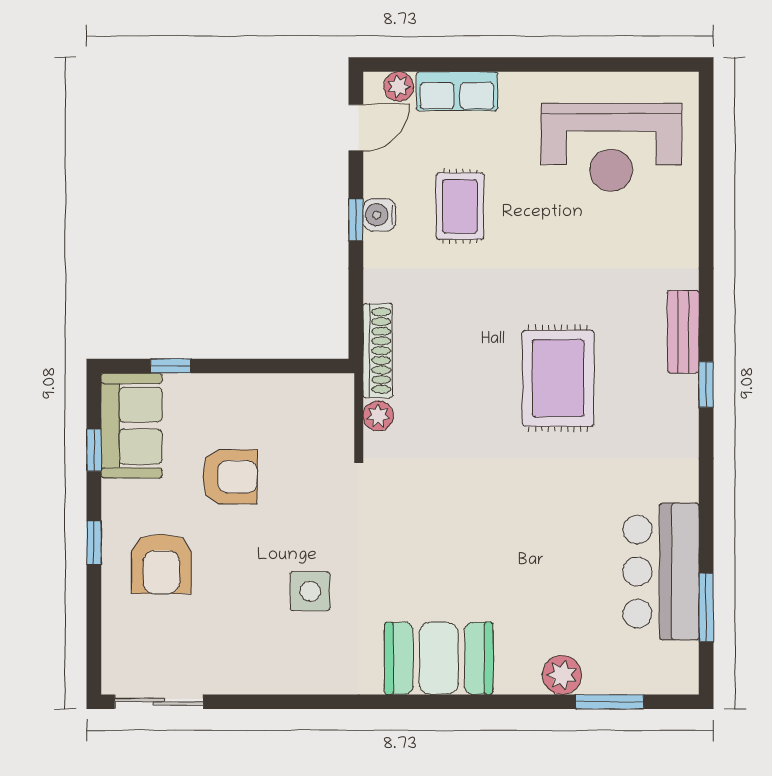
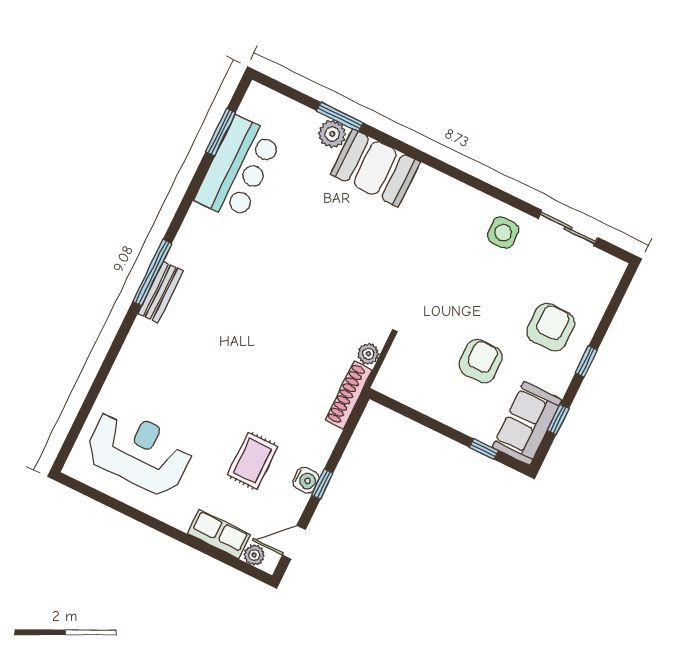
bench: (683, 332) -> (160, 292), moved
rug: (558, 378) -> (243, 322), removed
window: (706, 384) -> (152, 273), width x2.17
armchair: (230, 477) -> (481, 361), turned 90
side table: (310, 591) -> (503, 233), moved
booth: (439, 658) -> (375, 168), moved
sliding door: (159, 702) -> (568, 228), moved
window: (610, 702) -> (340, 117), moved

